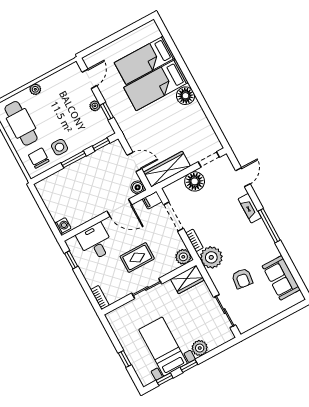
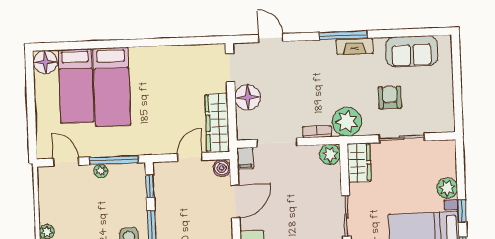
floor lamp: (185, 96) -> (45, 62), moved
window: (107, 111) -> (114, 160), width x2.17
fireplace: (250, 208) -> (355, 46), moved
rug: (137, 257) -> (304, 209), removed
armchair: (242, 278) -> (390, 98), turned -97
sliding door: (225, 311) -> (402, 138), moved

